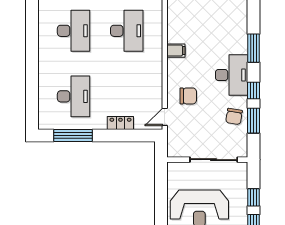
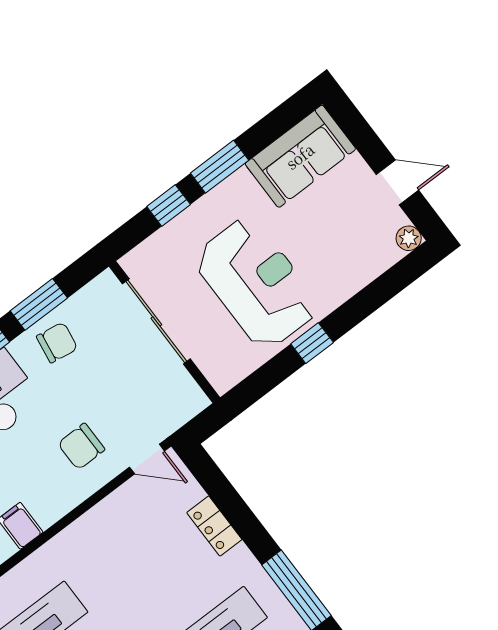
chair: (188, 96) -> (81, 446), turned -90
window: (161, 212) -> (312, 343), added

